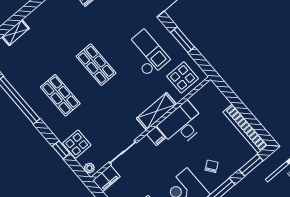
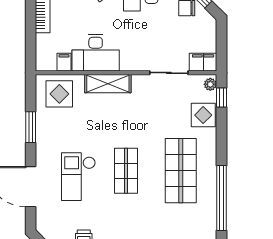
checkout: (146, 53) -> (78, 177), moved
shop shelf: (60, 95) -> (181, 171), width x1.43, depth x1.36
filing cabinet: (156, 136) -> (64, 62), moved
window: (61, 150) -> (221, 97), moved

